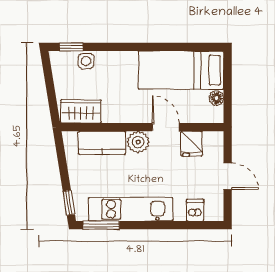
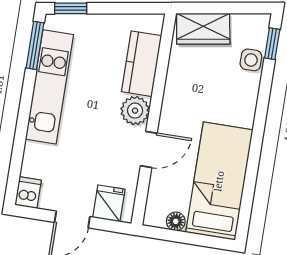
wardrobe: (81, 111) -> (203, 29), moved, turned 81
fridge: (191, 144) -> (109, 203), moved, turned 90
dishwasher: (195, 210) -> (28, 193), moved, turned -90

